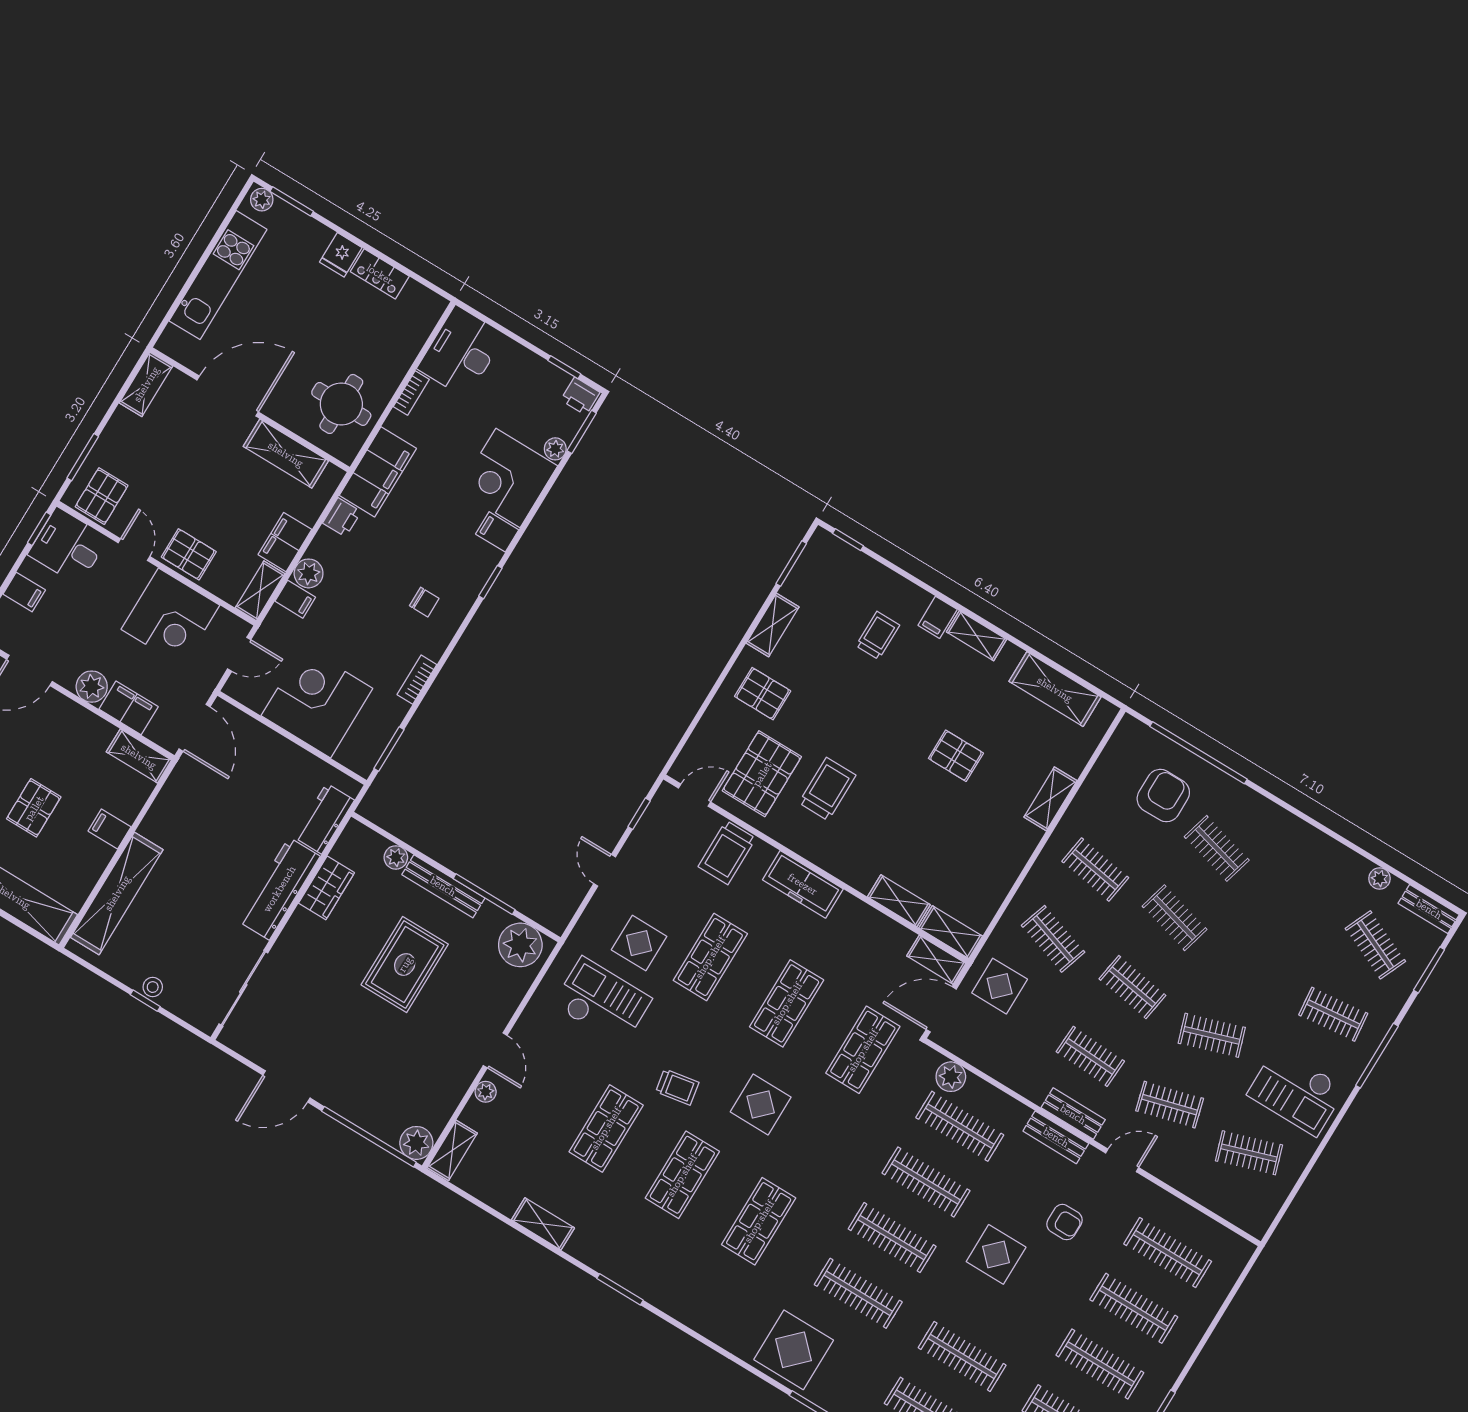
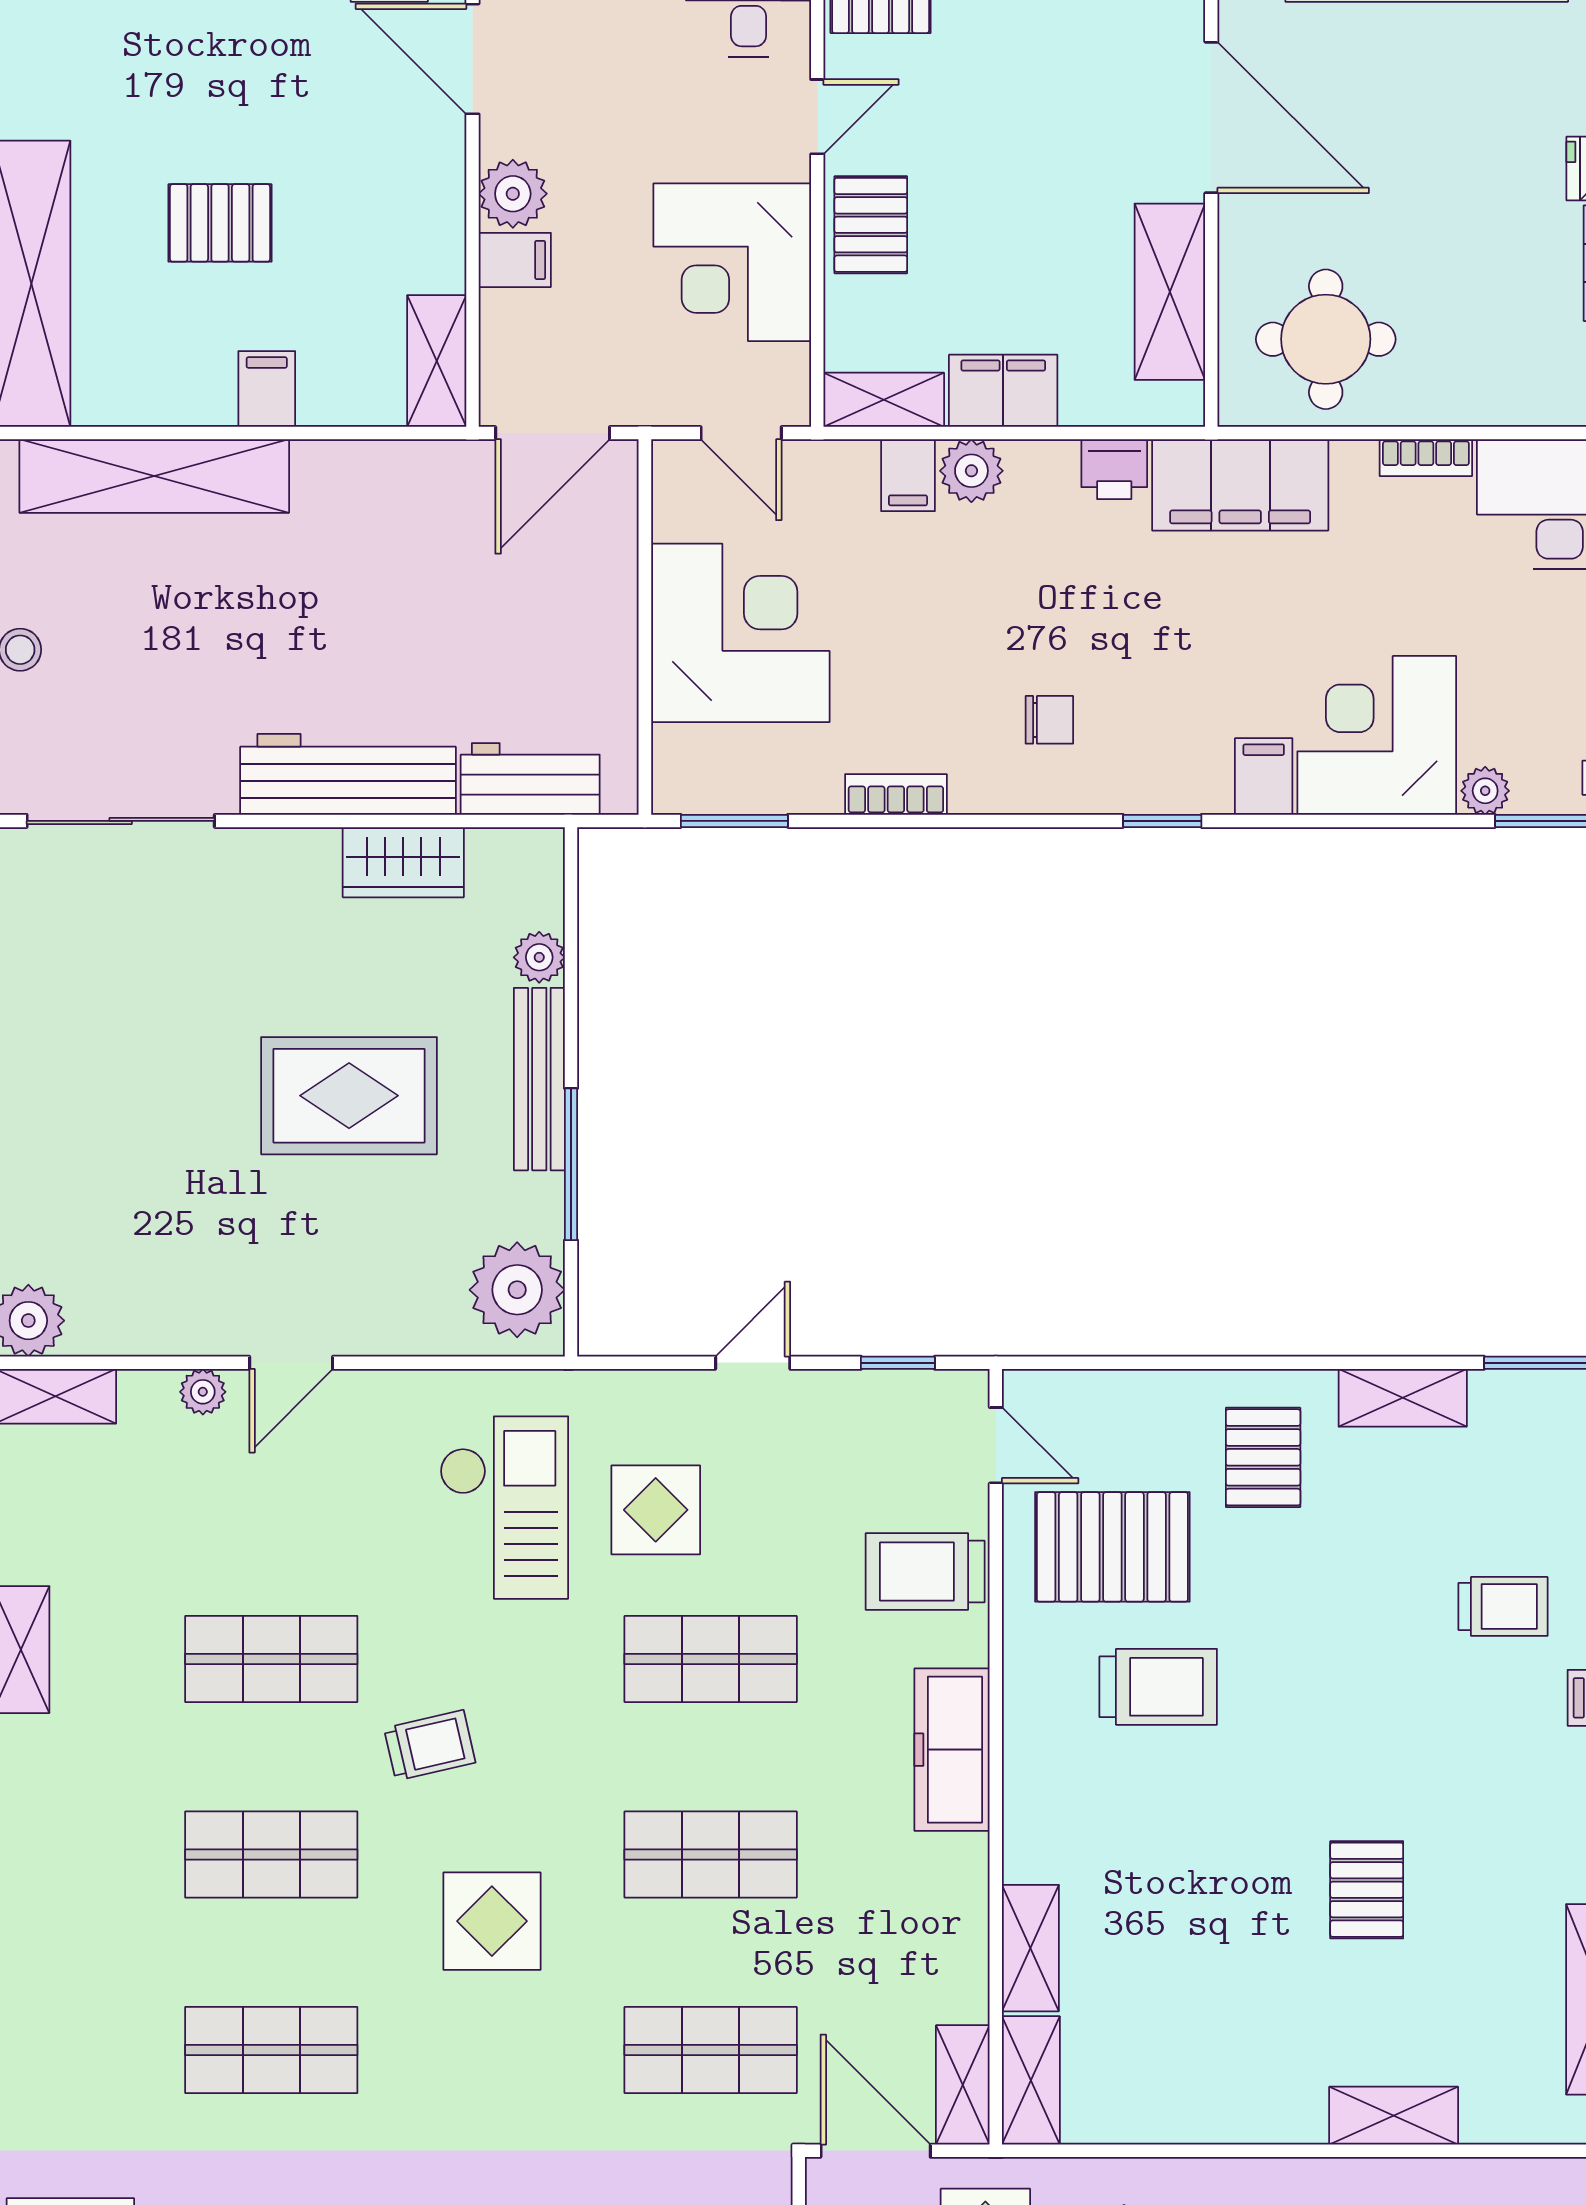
chair: (424, 602) -> (1049, 720), turned -90
filing cabinet: (129, 708) -> (515, 260), width x0.50
trolley: (677, 1087) -> (430, 1745), turned -93

